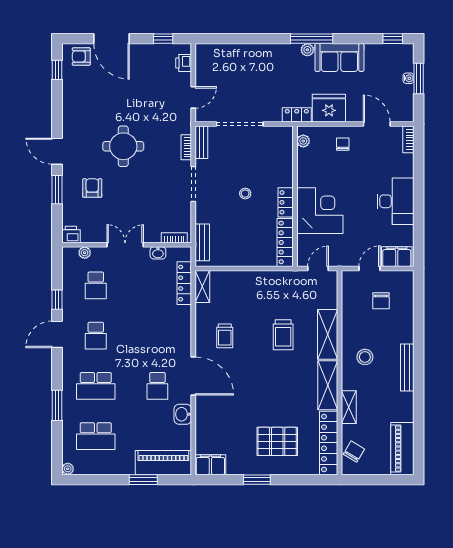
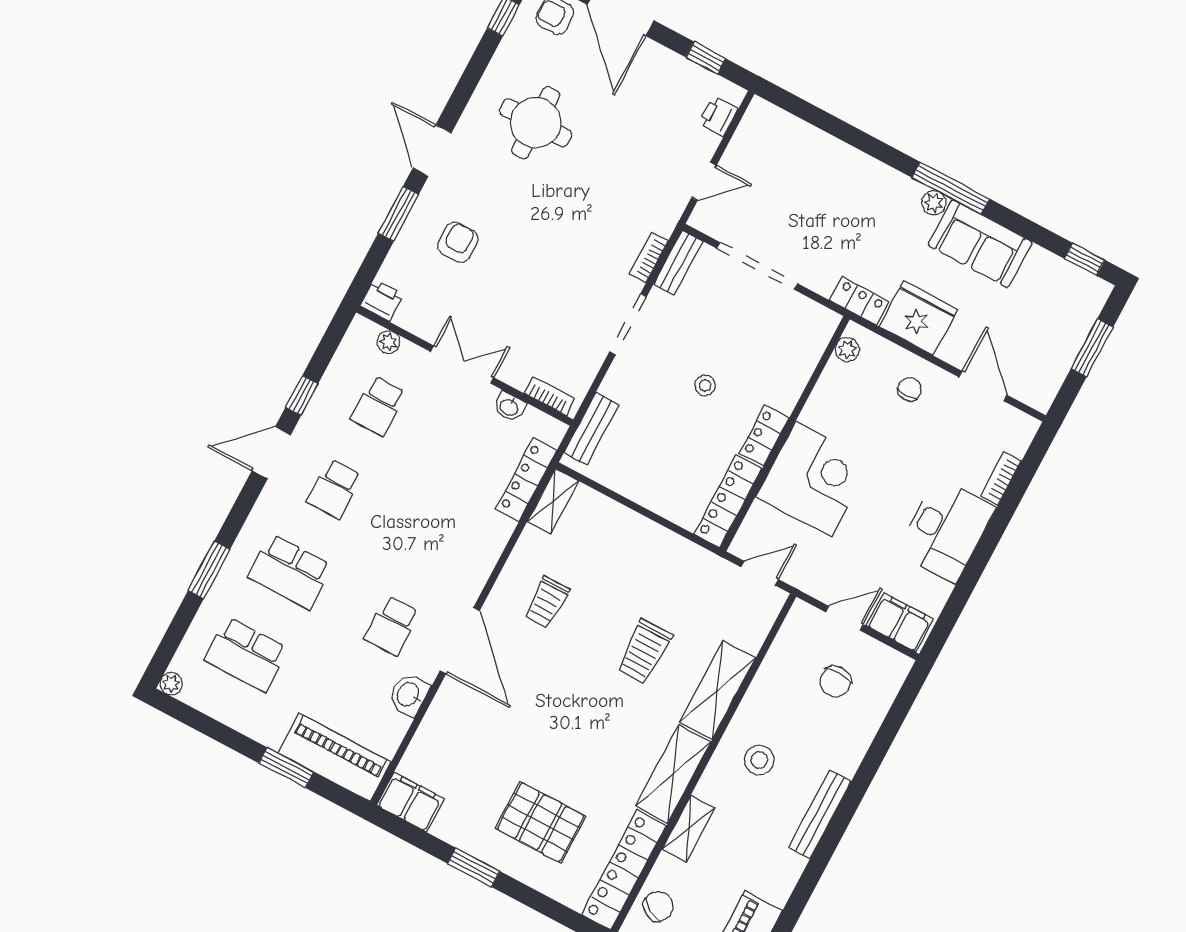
water cooler: (408, 78) -> (1076, 338), removed
bookcase: (408, 139) -> (1001, 478), moved
round table: (123, 146) -> (536, 123), moved

